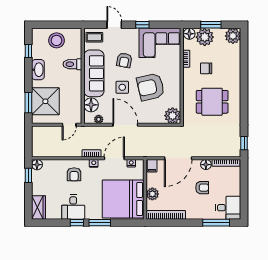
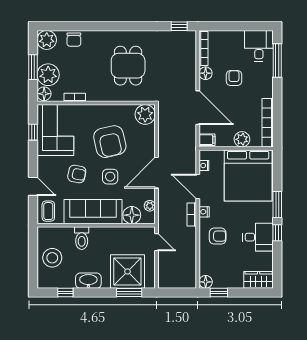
door: (114, 25) -> (33, 186), swing flipped
window: (142, 25) -> (33, 132), moved
chair: (206, 68) -> (74, 40), moved

